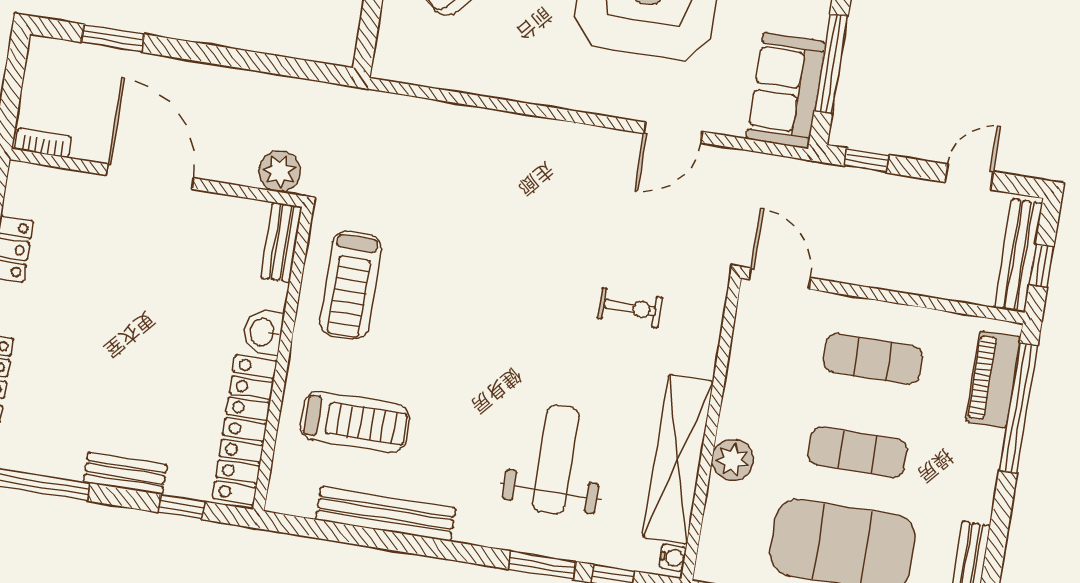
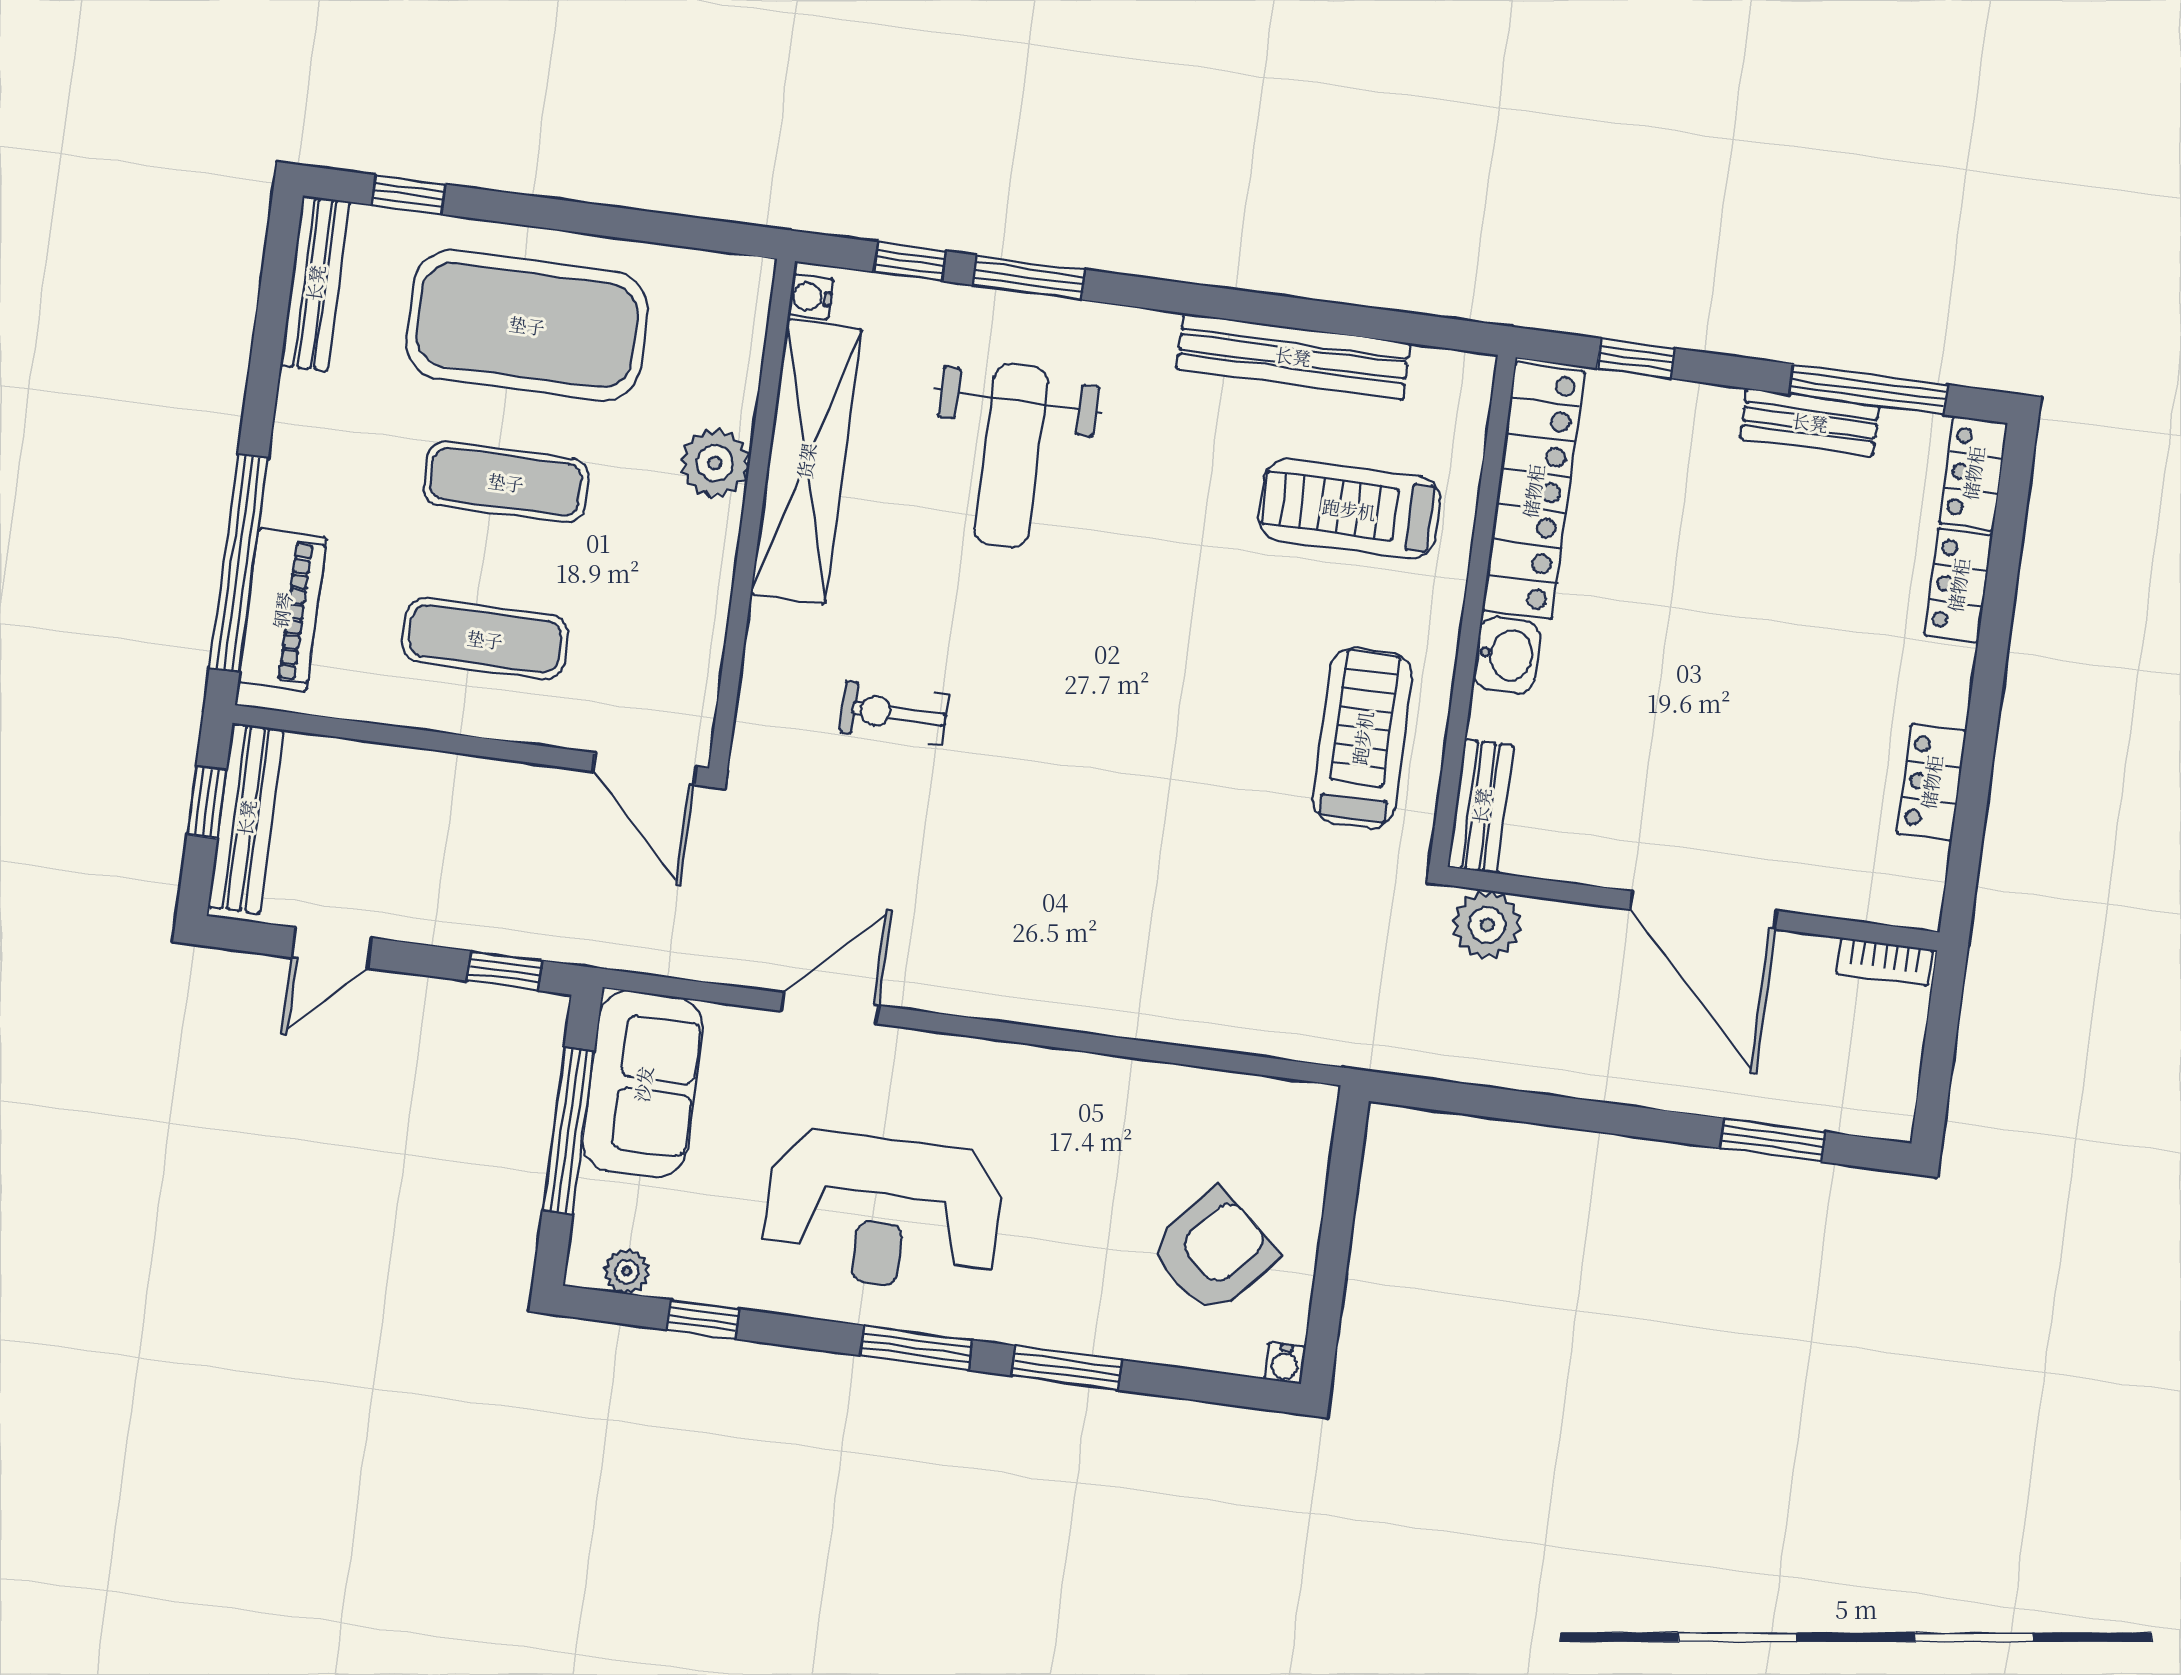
bench: (125, 473) -> (1810, 422), moved

